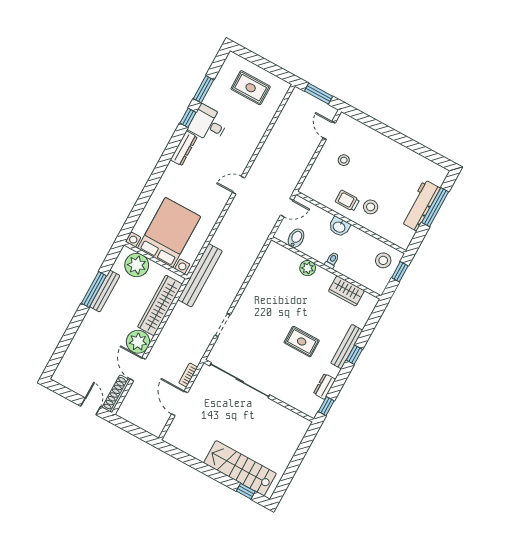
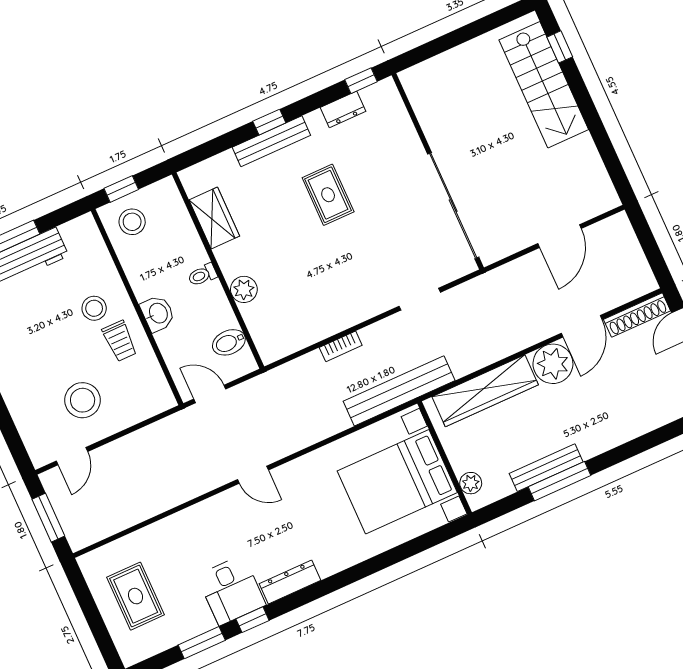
stool: (344, 160) -> (83, 400), width x1.89, depth x1.89
plant: (137, 265) -> (471, 483), width x0.53, depth x0.53
bookcase: (188, 375) -> (341, 346), moved

